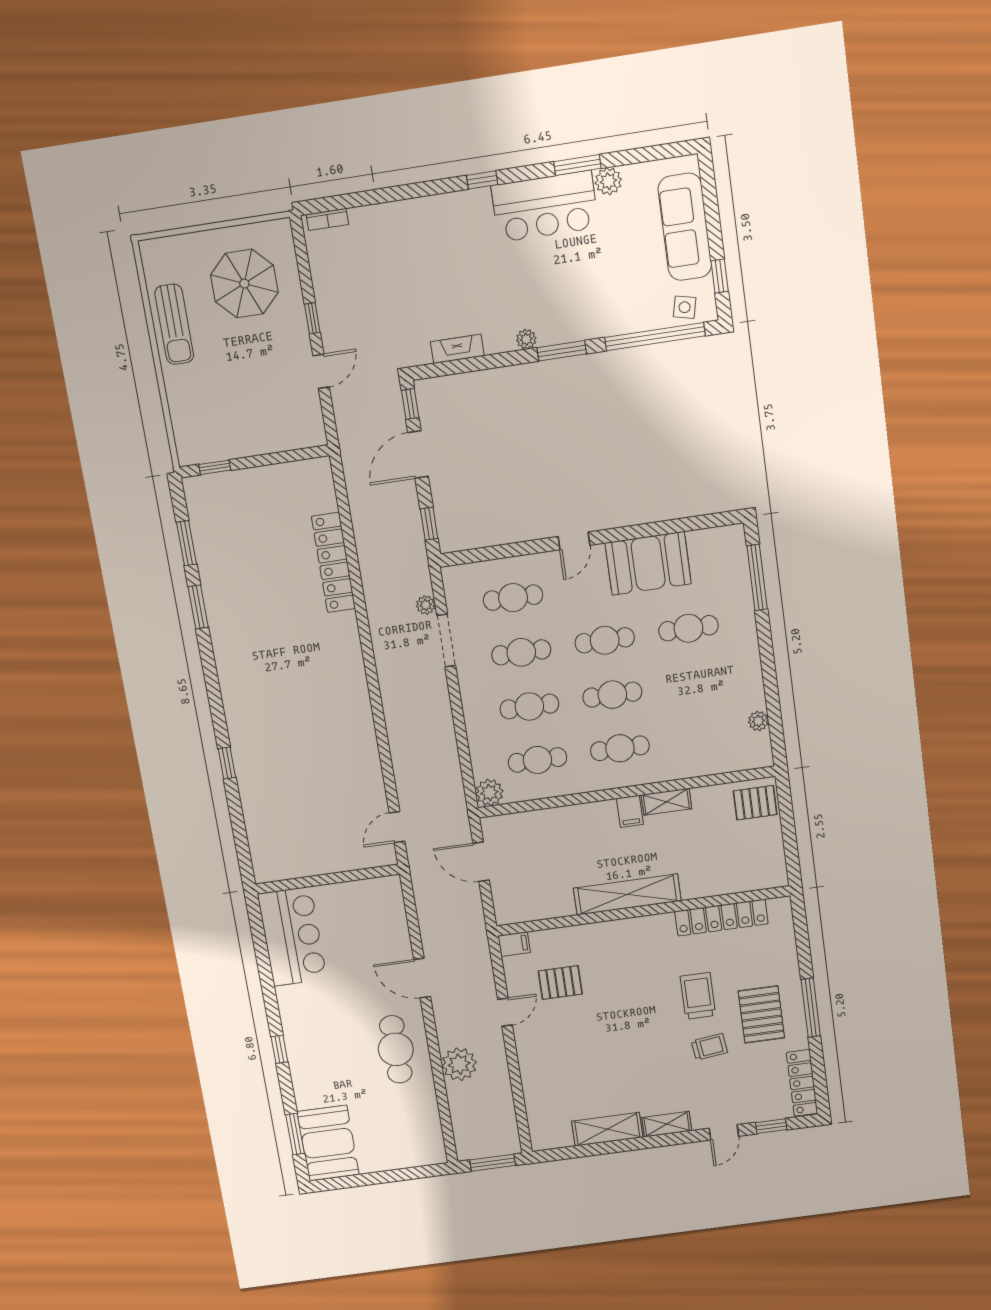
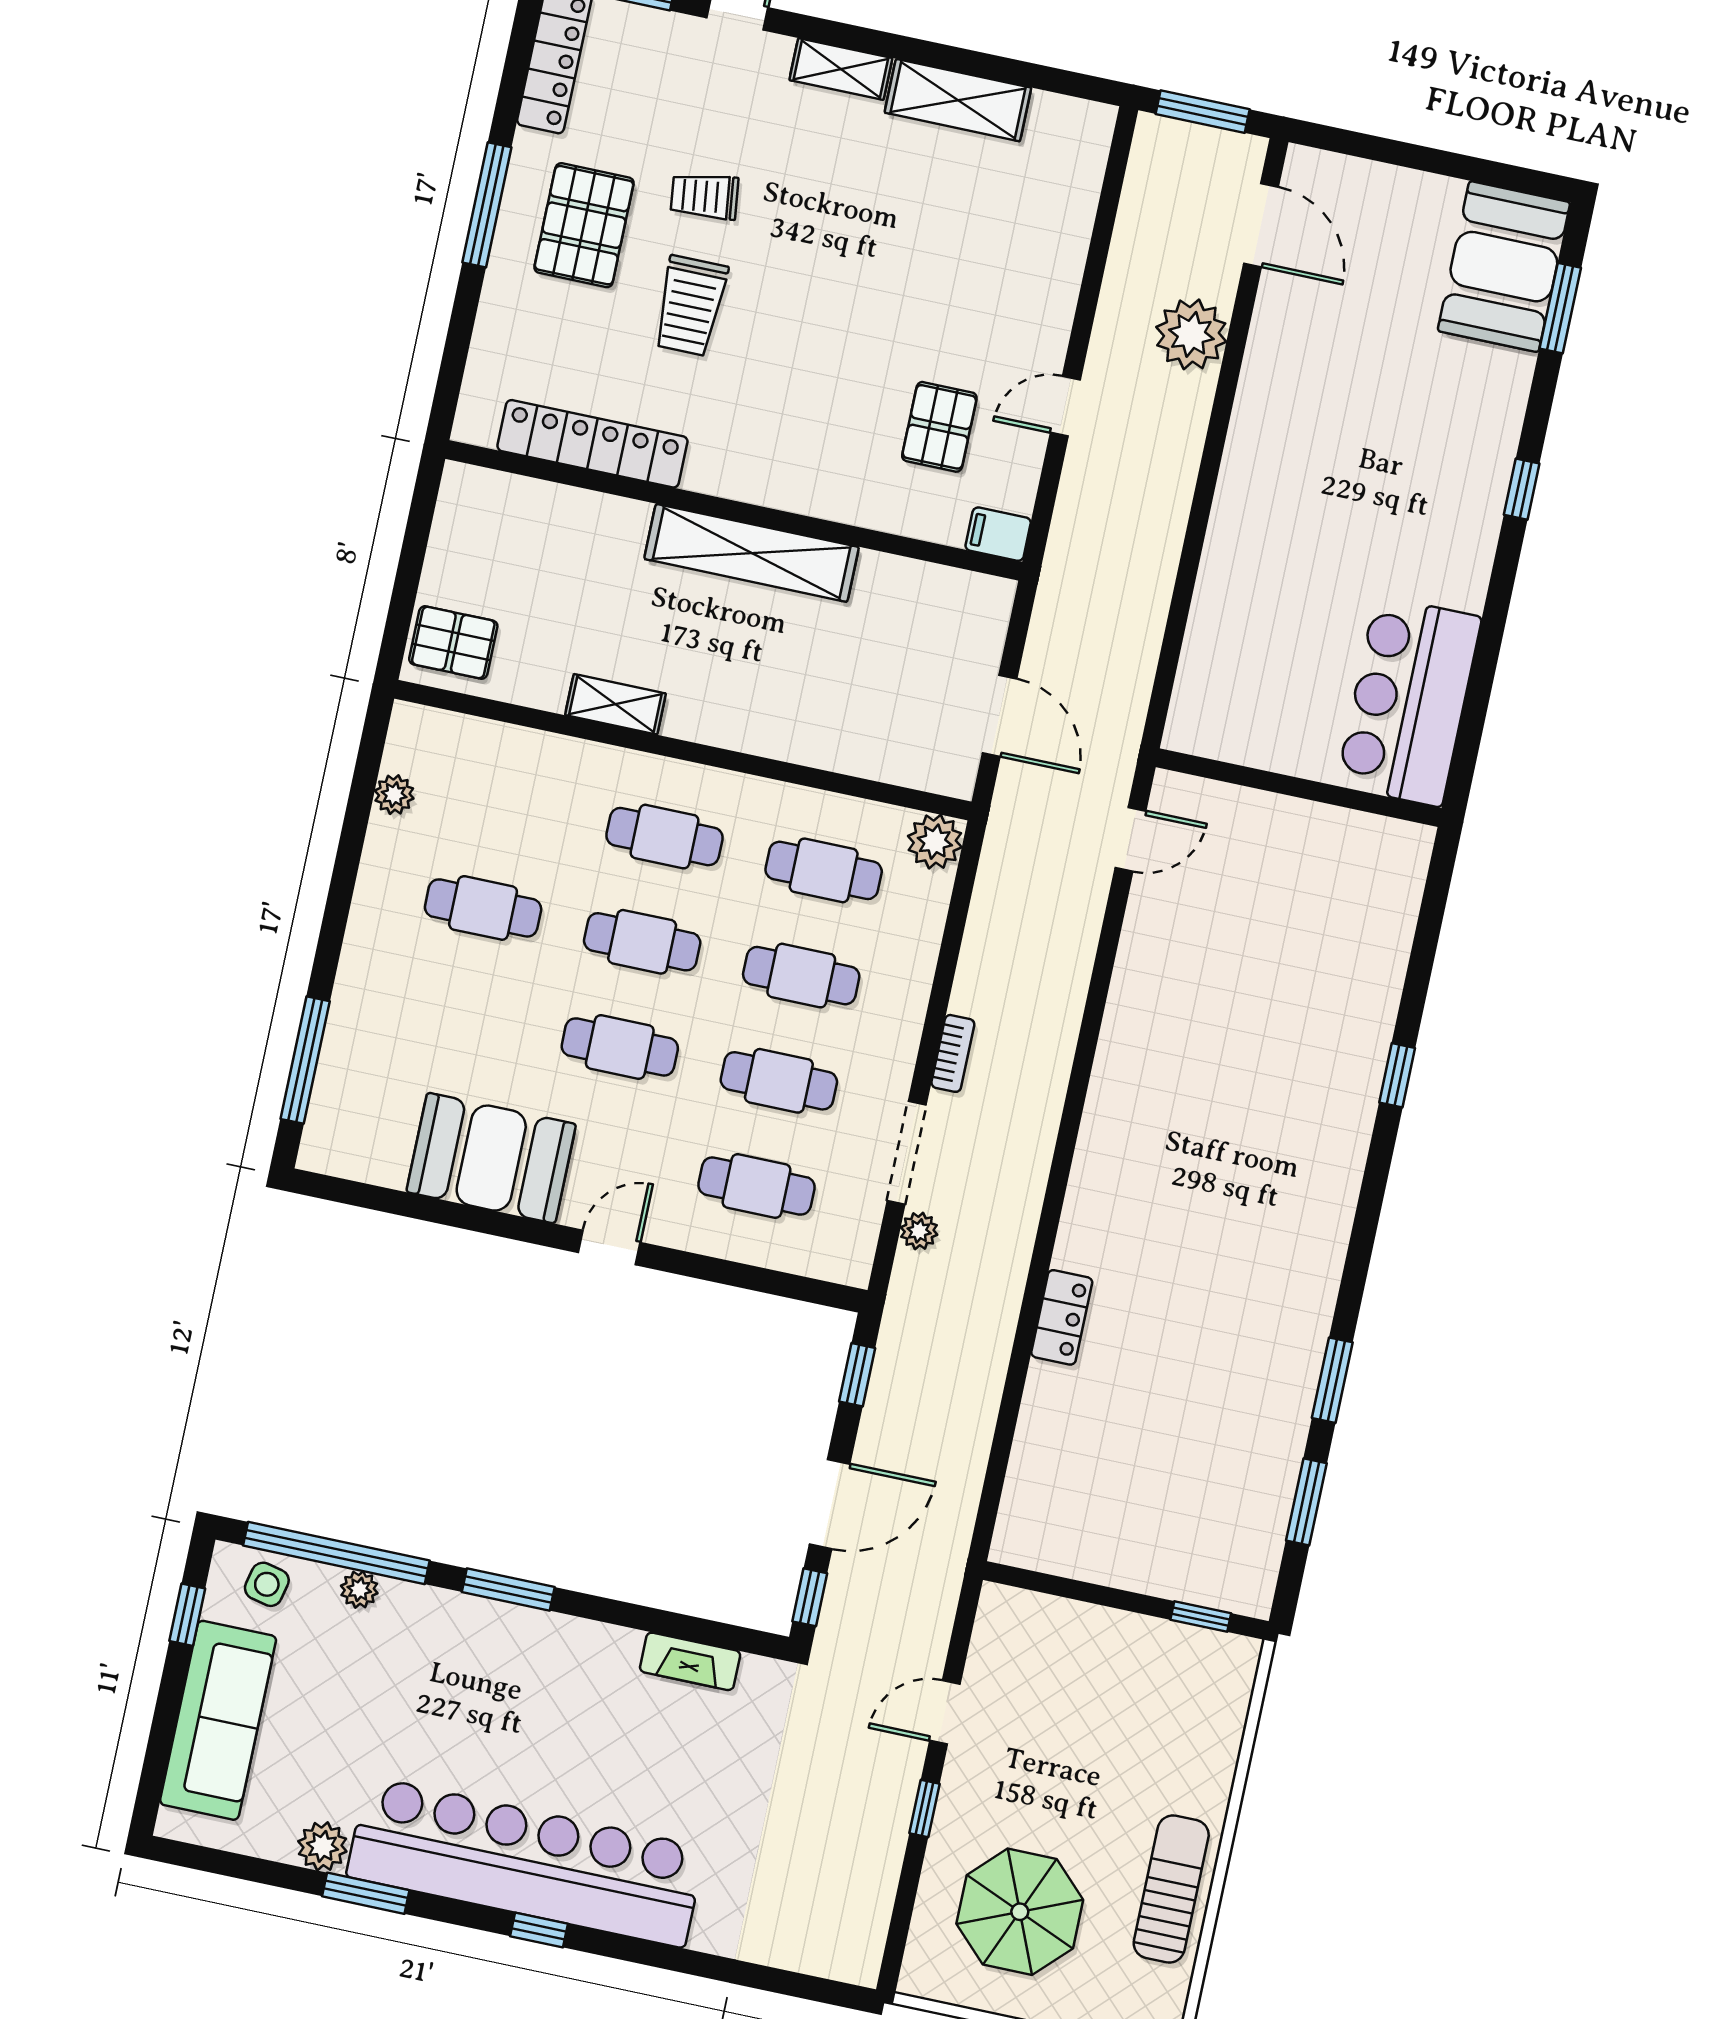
bar counter: (545, 206) -> (526, 1862), width x1.86
bookcase: (327, 219) -> (953, 1053), moved, turned 90
plant: (526, 339) -> (359, 1589), moved
locker: (334, 563) -> (1062, 1317), width x0.46, depth x0.83
cafe table: (688, 628) -> (483, 908), moved
filing cabinet: (630, 811) -> (689, 711), removed
door: (422, 978) -> (1261, 225), moved
pallet: (560, 982) -> (939, 427), turned 90
cafe table: (396, 1049) -> (1300, 408), removed

